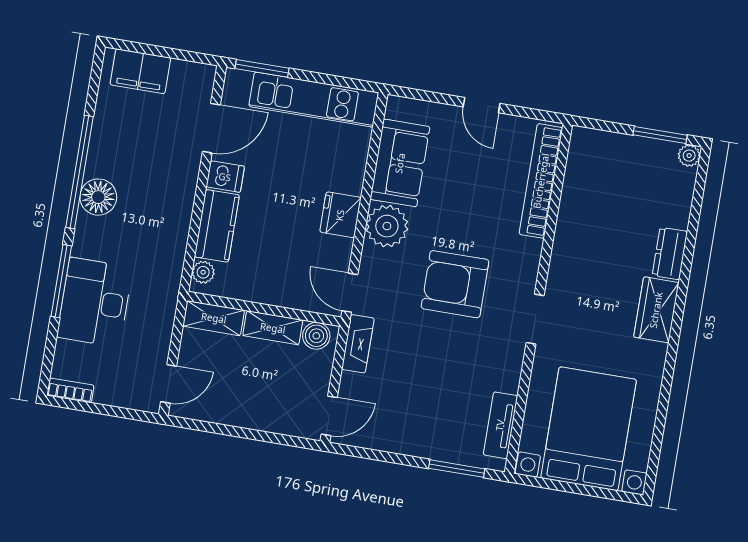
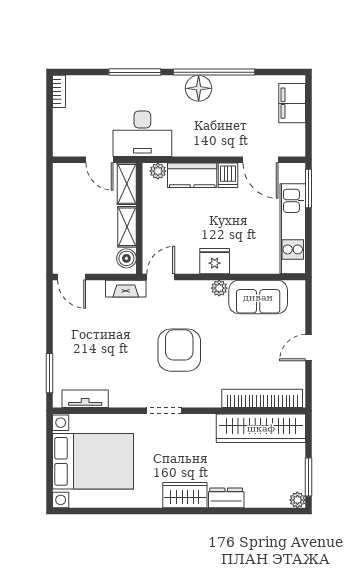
wardrobe: (582, 190) -> (261, 428), added
plant: (387, 226) -> (219, 288), width x0.53, depth x0.53
desk: (95, 302) -> (142, 134), moved, turned 180
door: (169, 384) -> (99, 160), moved

